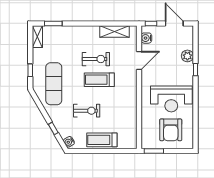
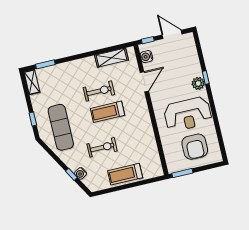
plant: (187, 56) -> (198, 83), moved
water cooler: (69, 142) -> (81, 173), moved

